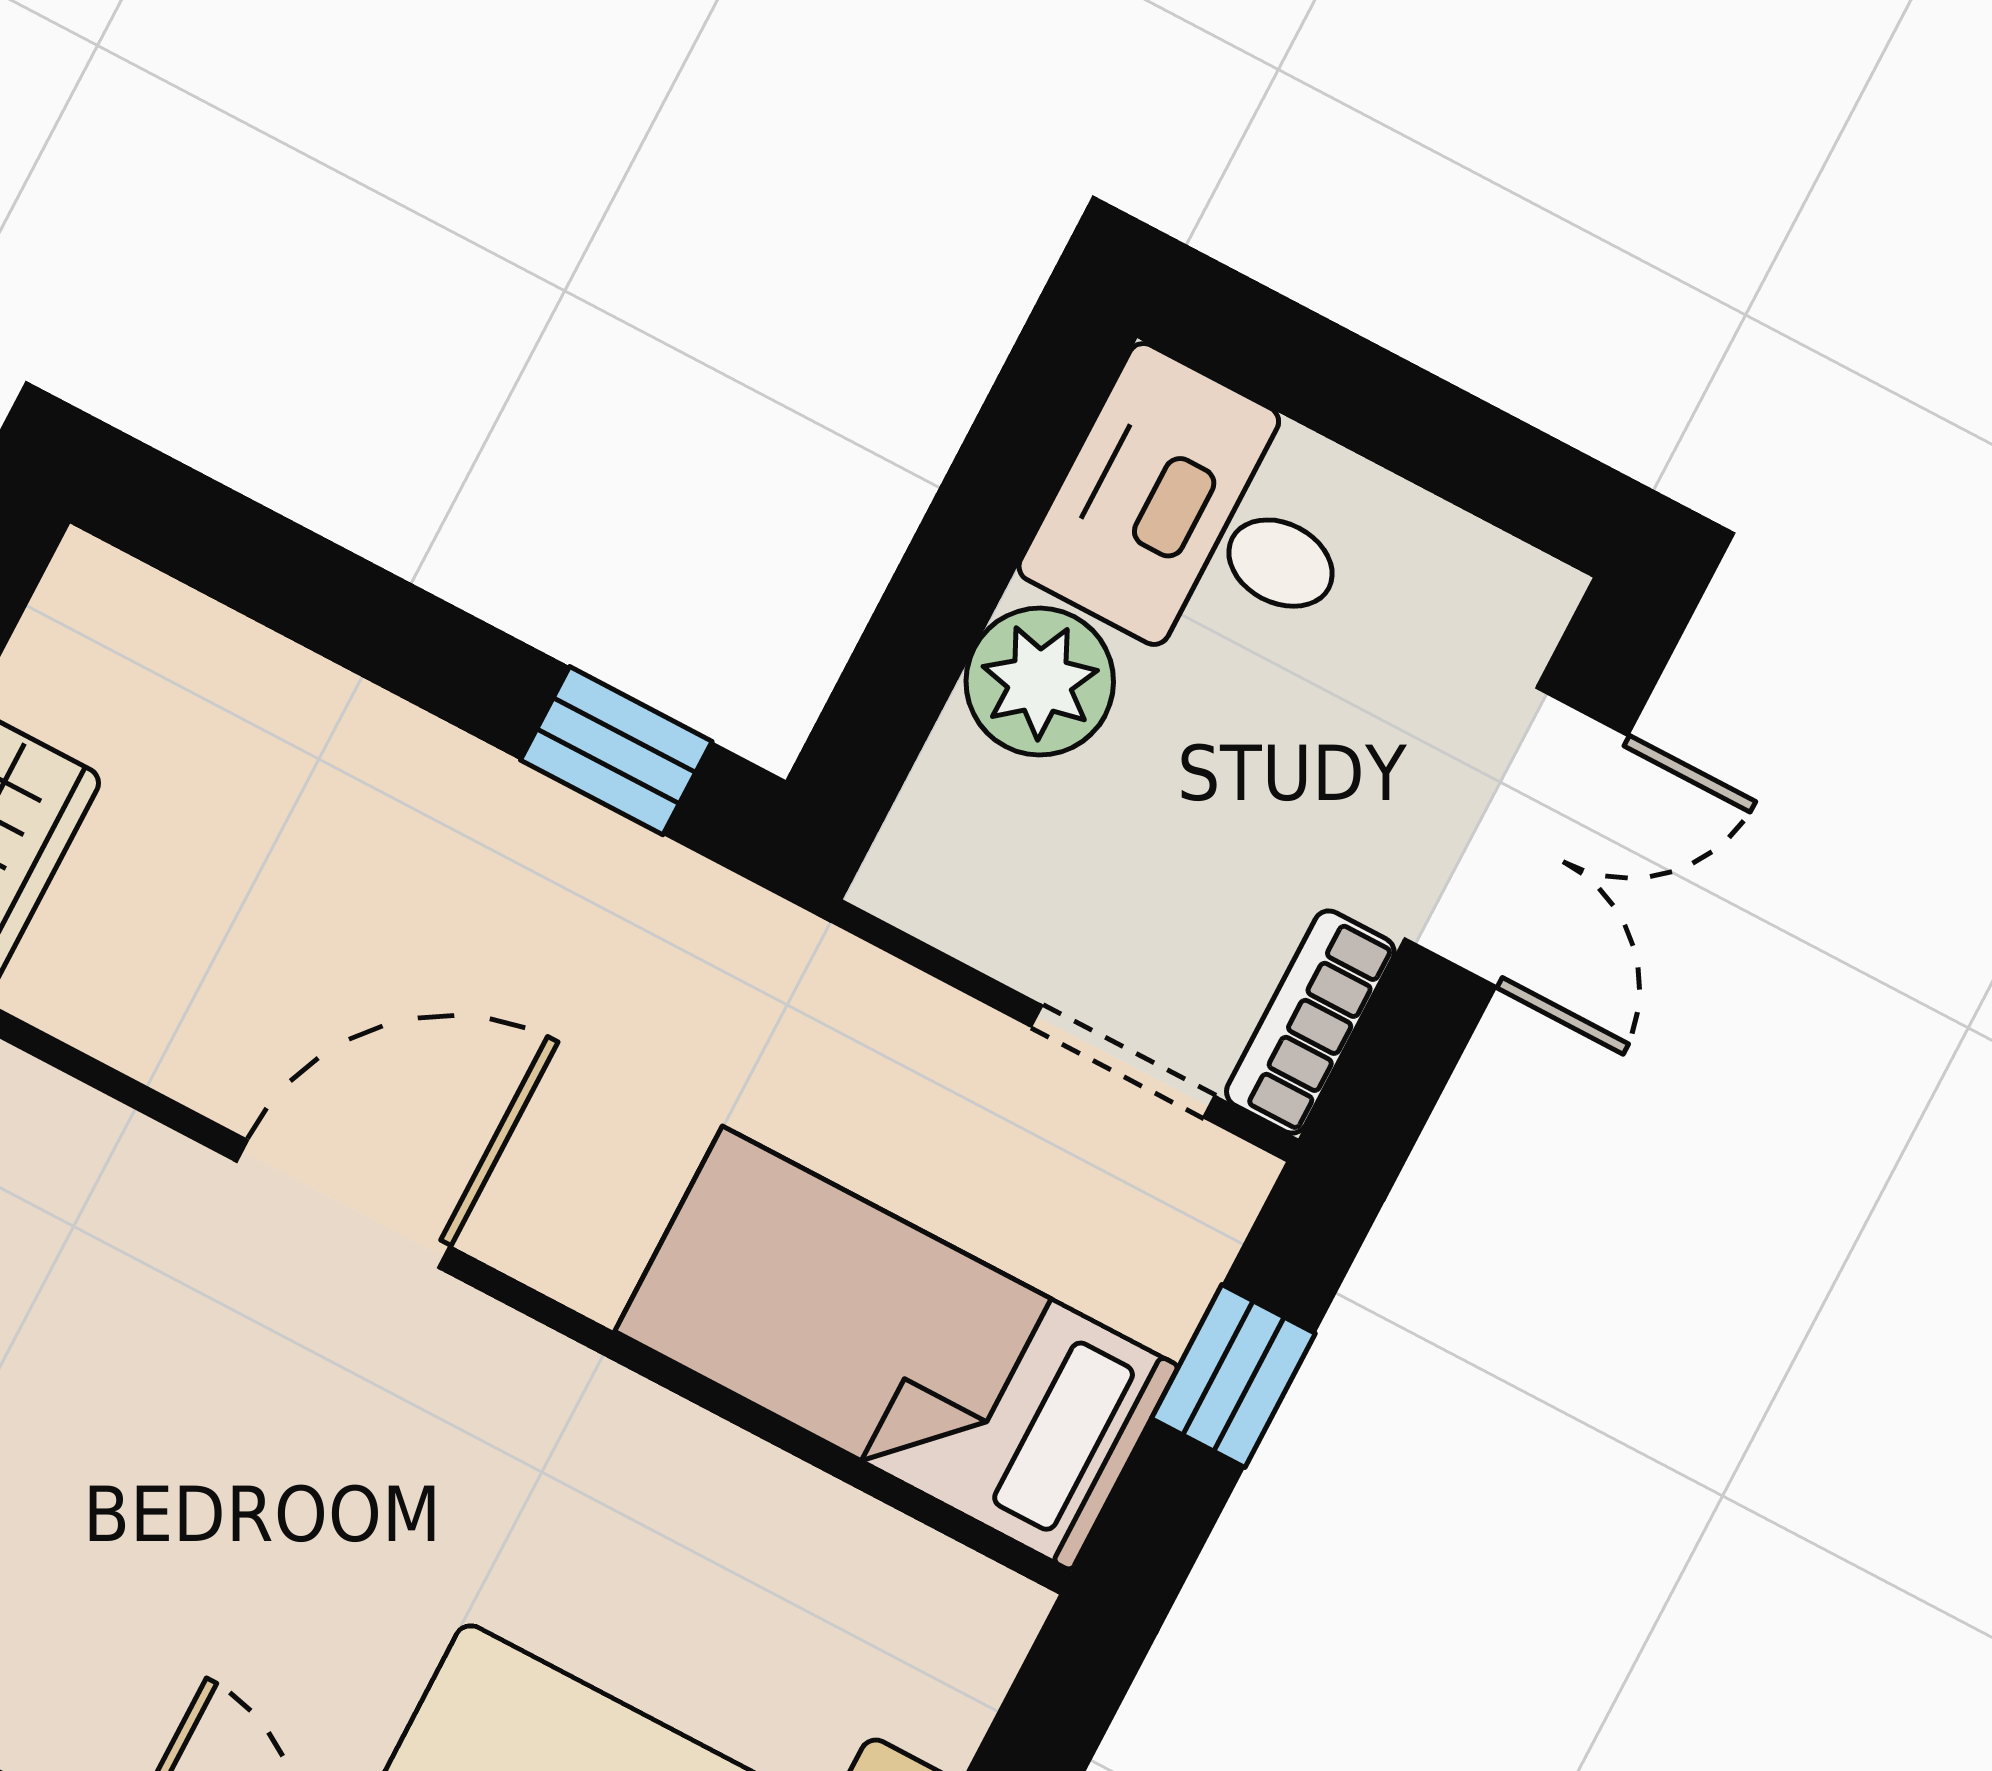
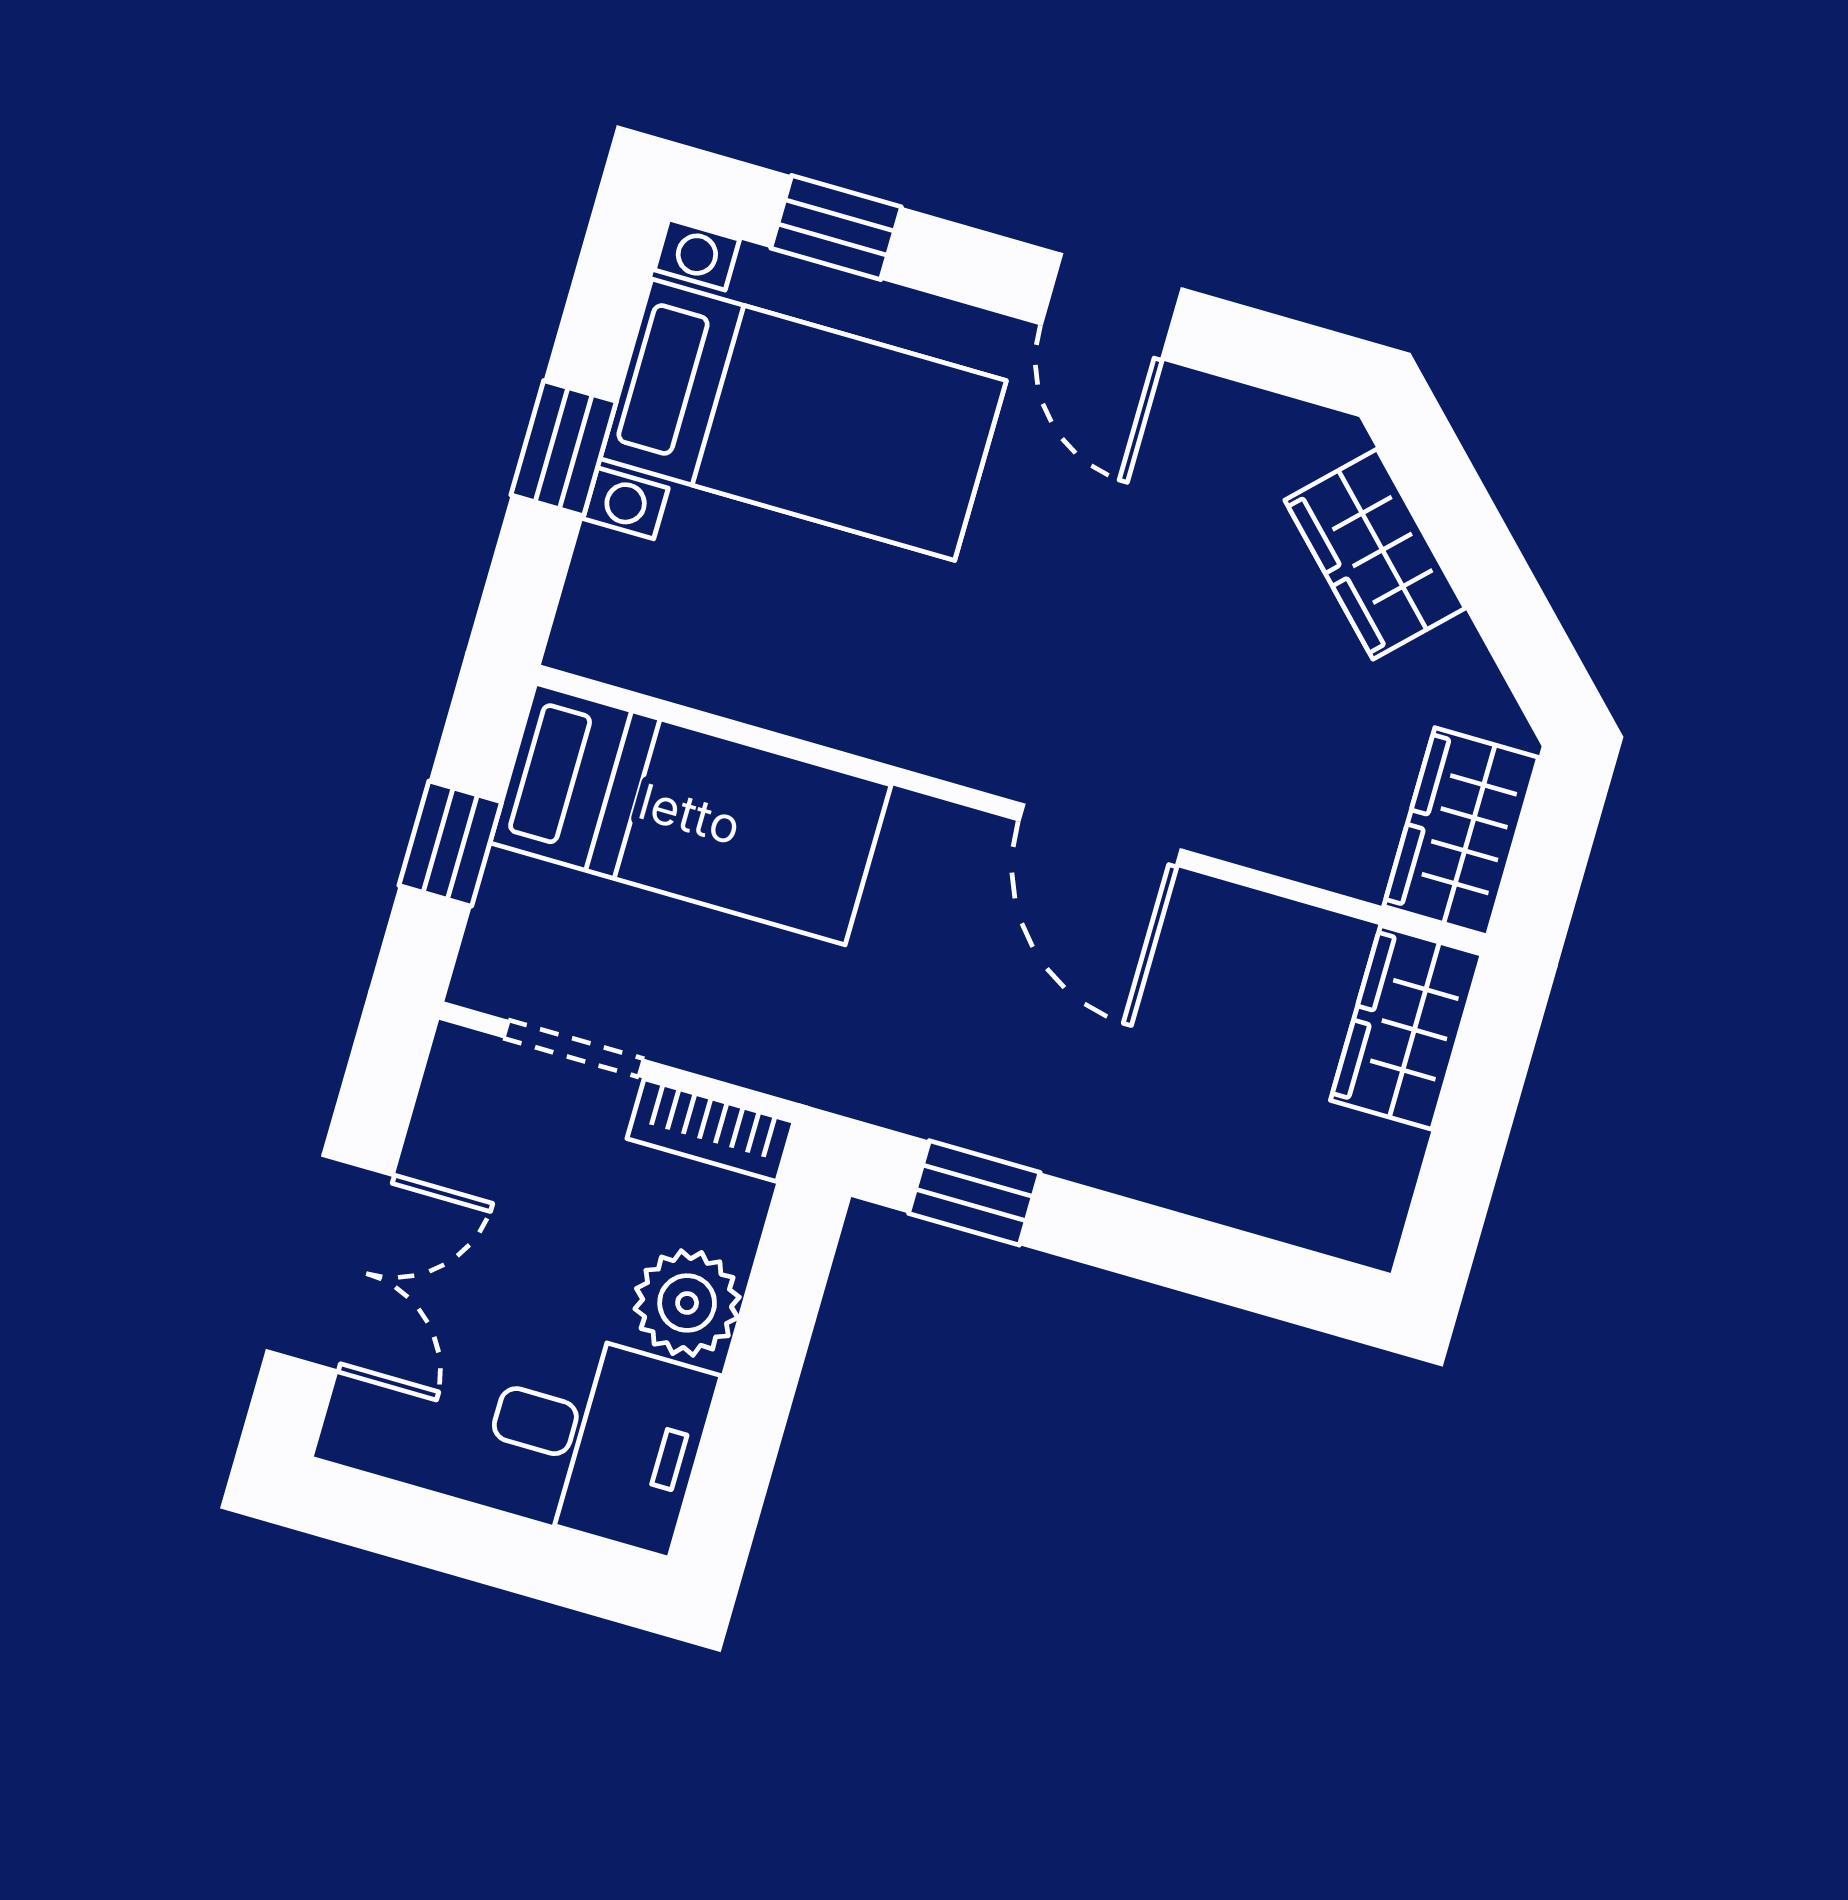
double door: (1516, 837) -> (330, 1263), swing flipped
bookcase: (1310, 1022) -> (710, 1130), moved, turned 90
door: (343, 1204) -> (1100, 835), hinge flipped

